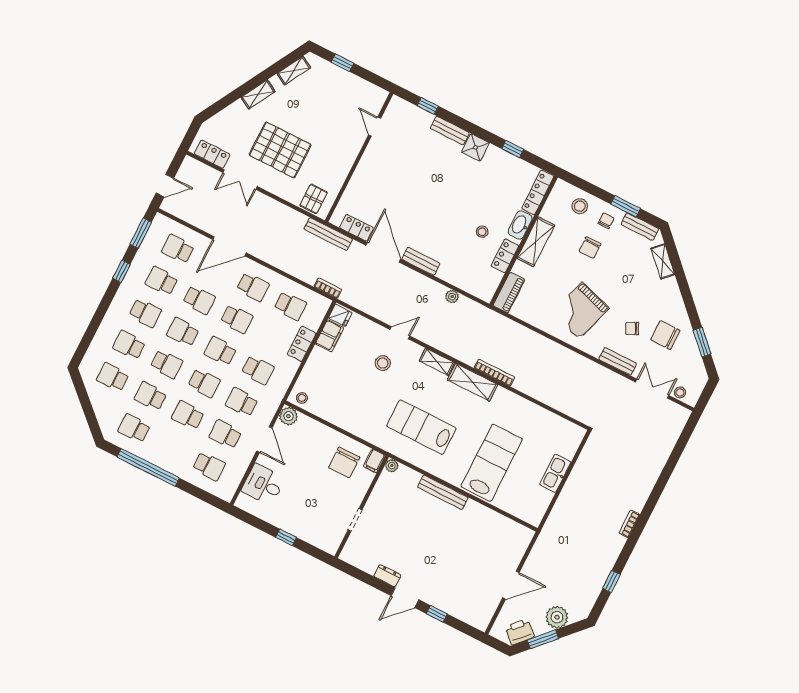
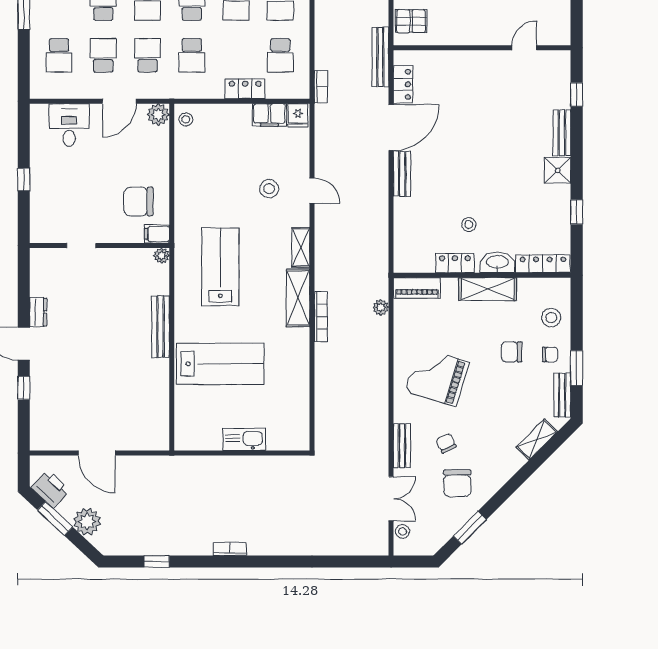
plant: (452, 297) -> (381, 307), moved
chair: (665, 335) -> (457, 483), turned 180

